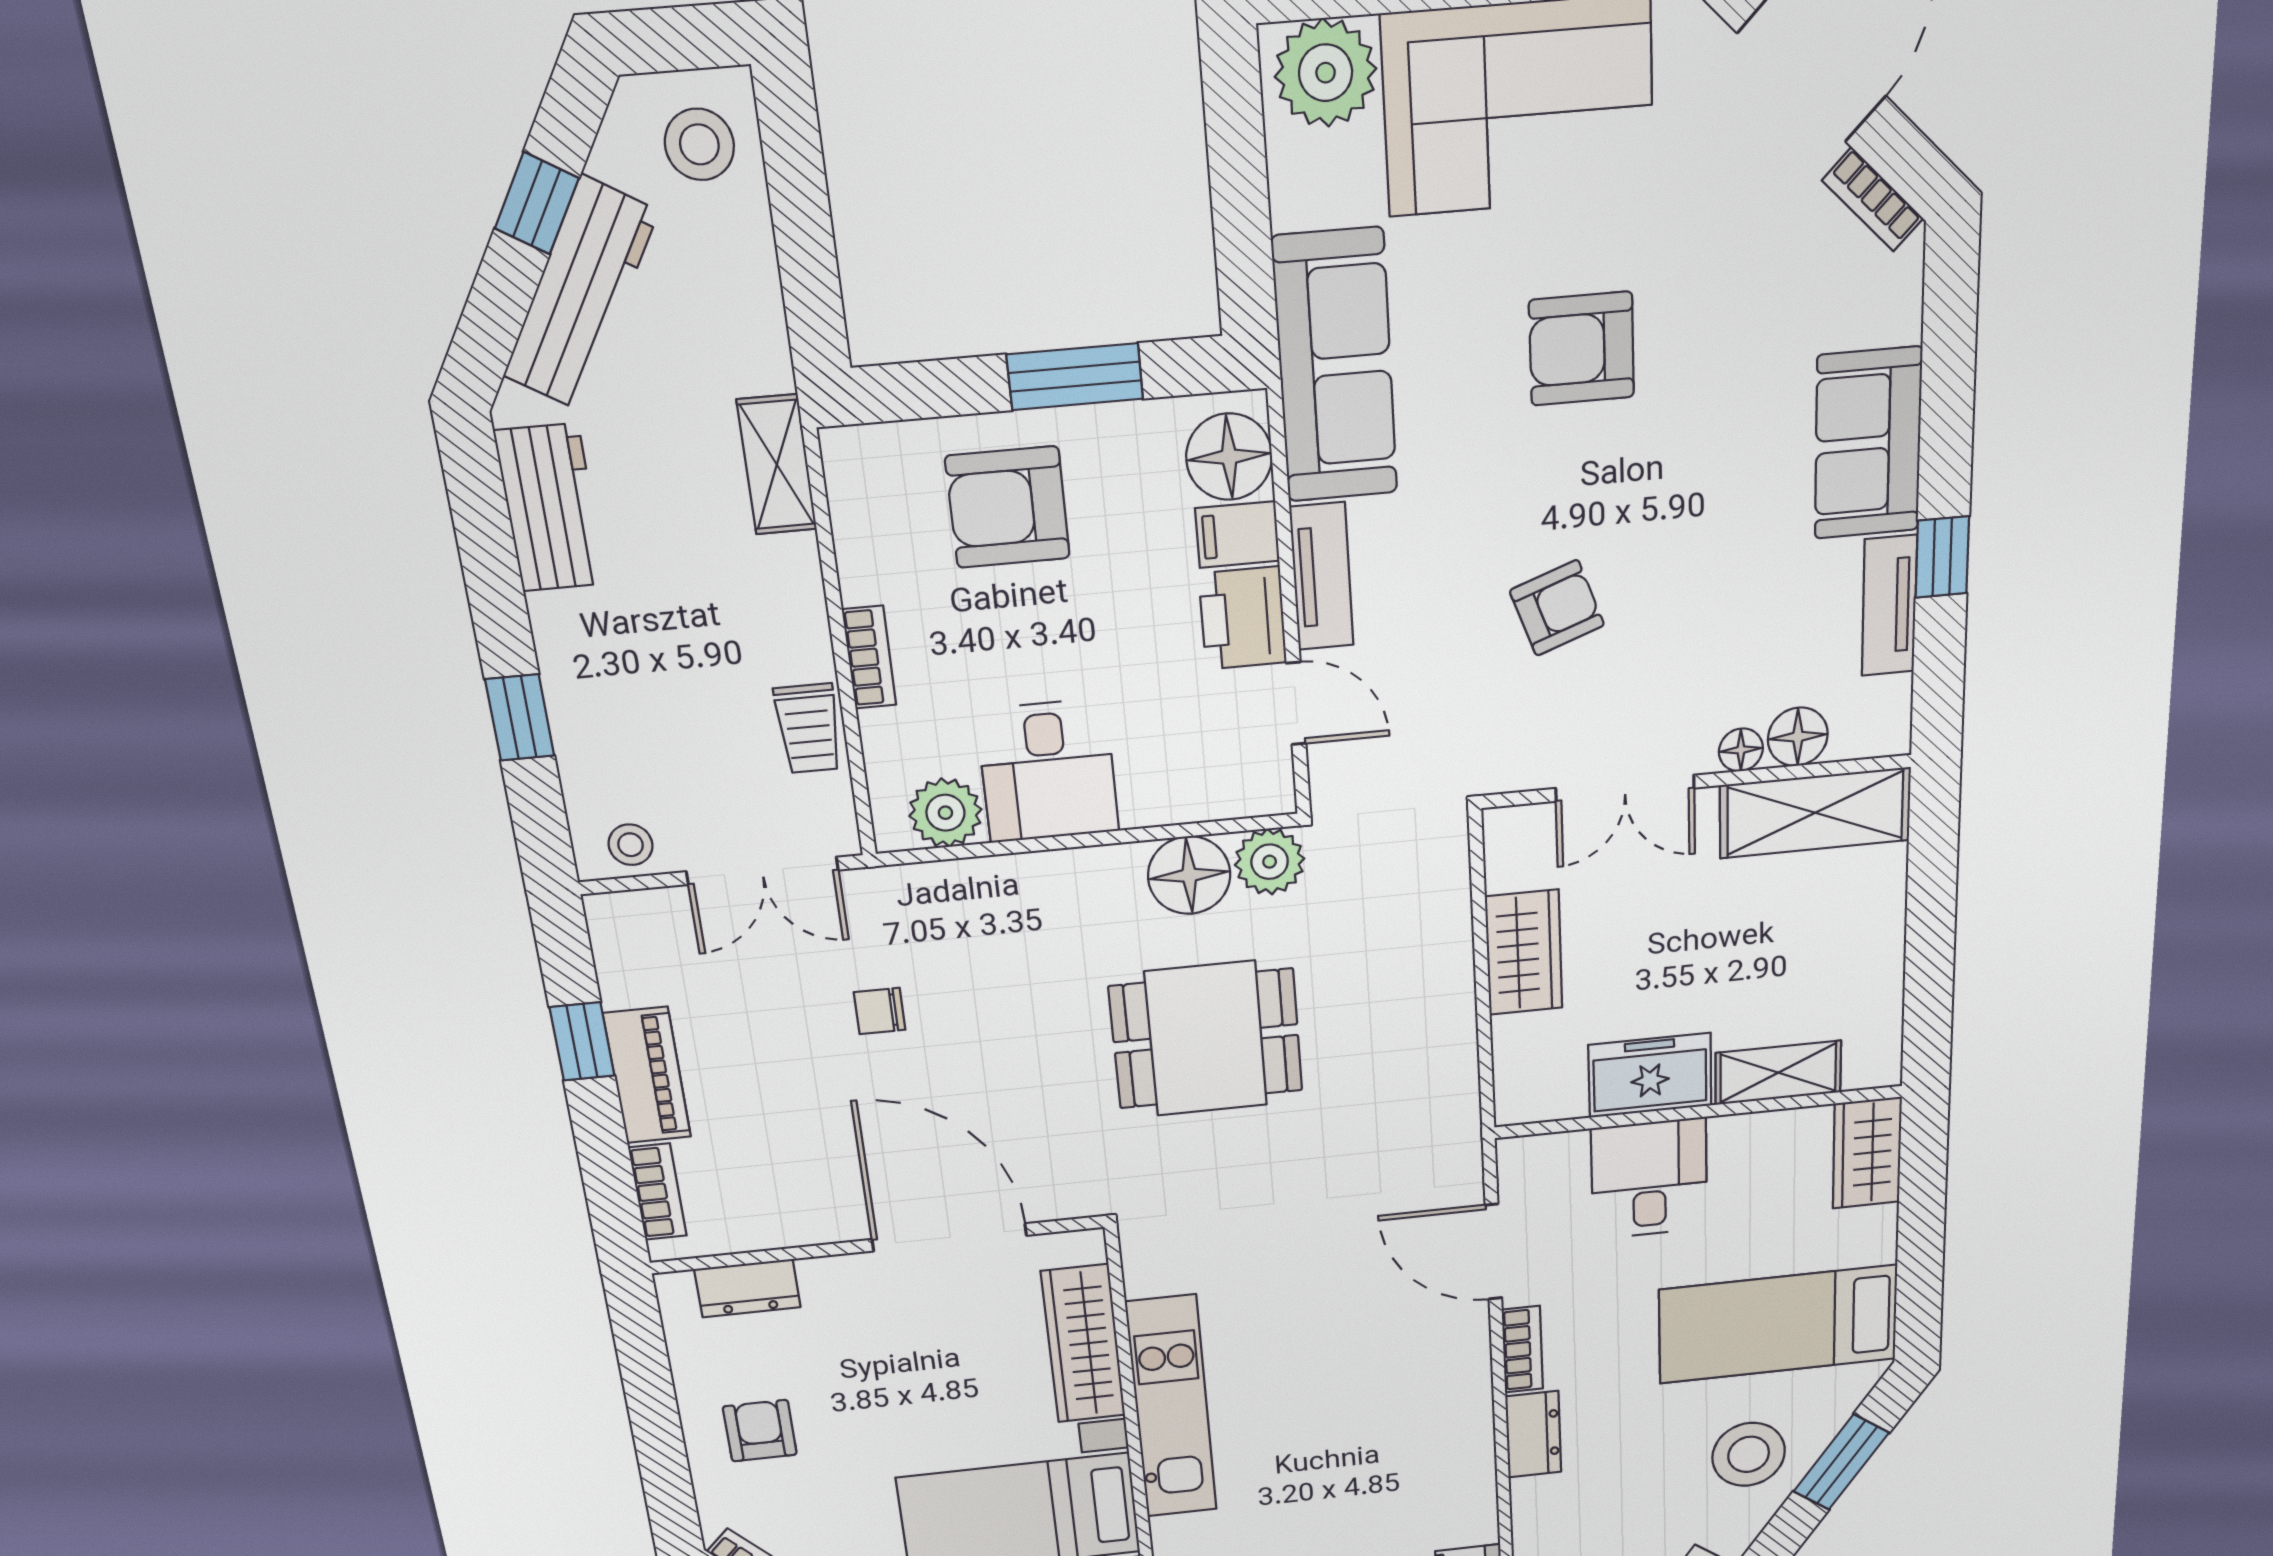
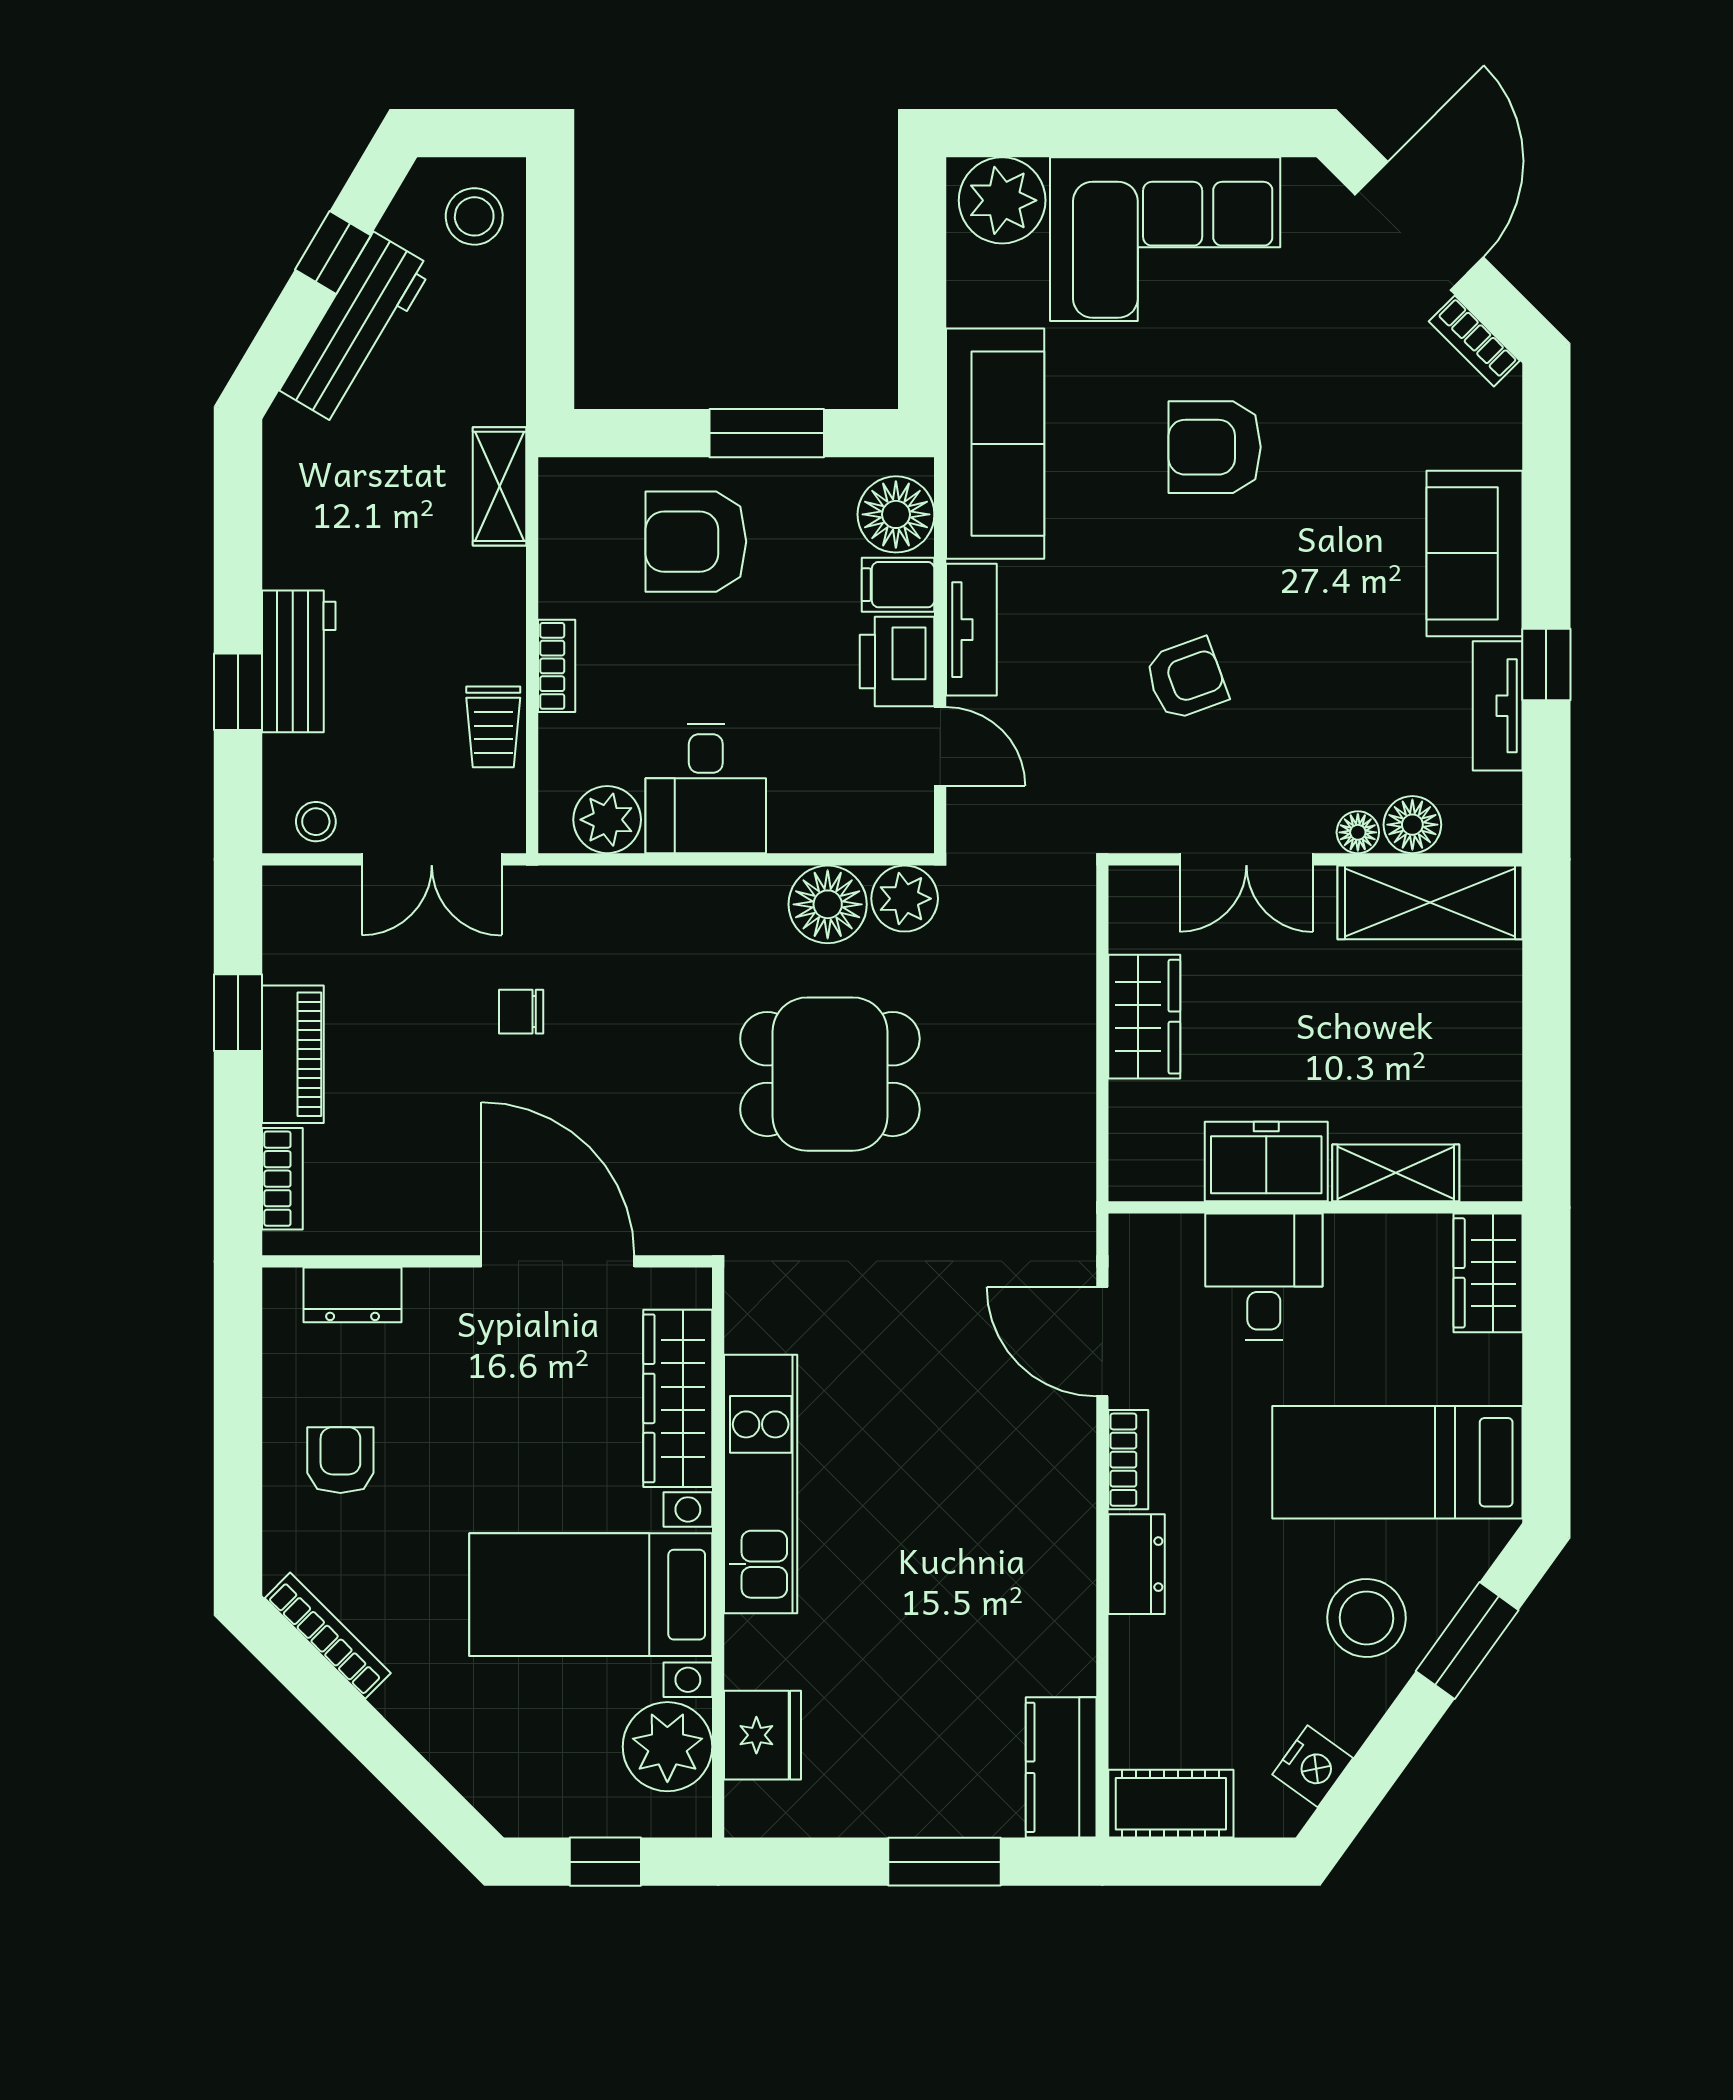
workbench: (550, 508) -> (299, 661), moved

